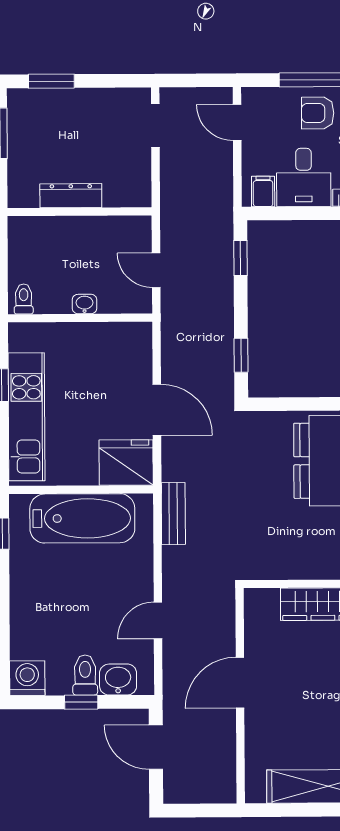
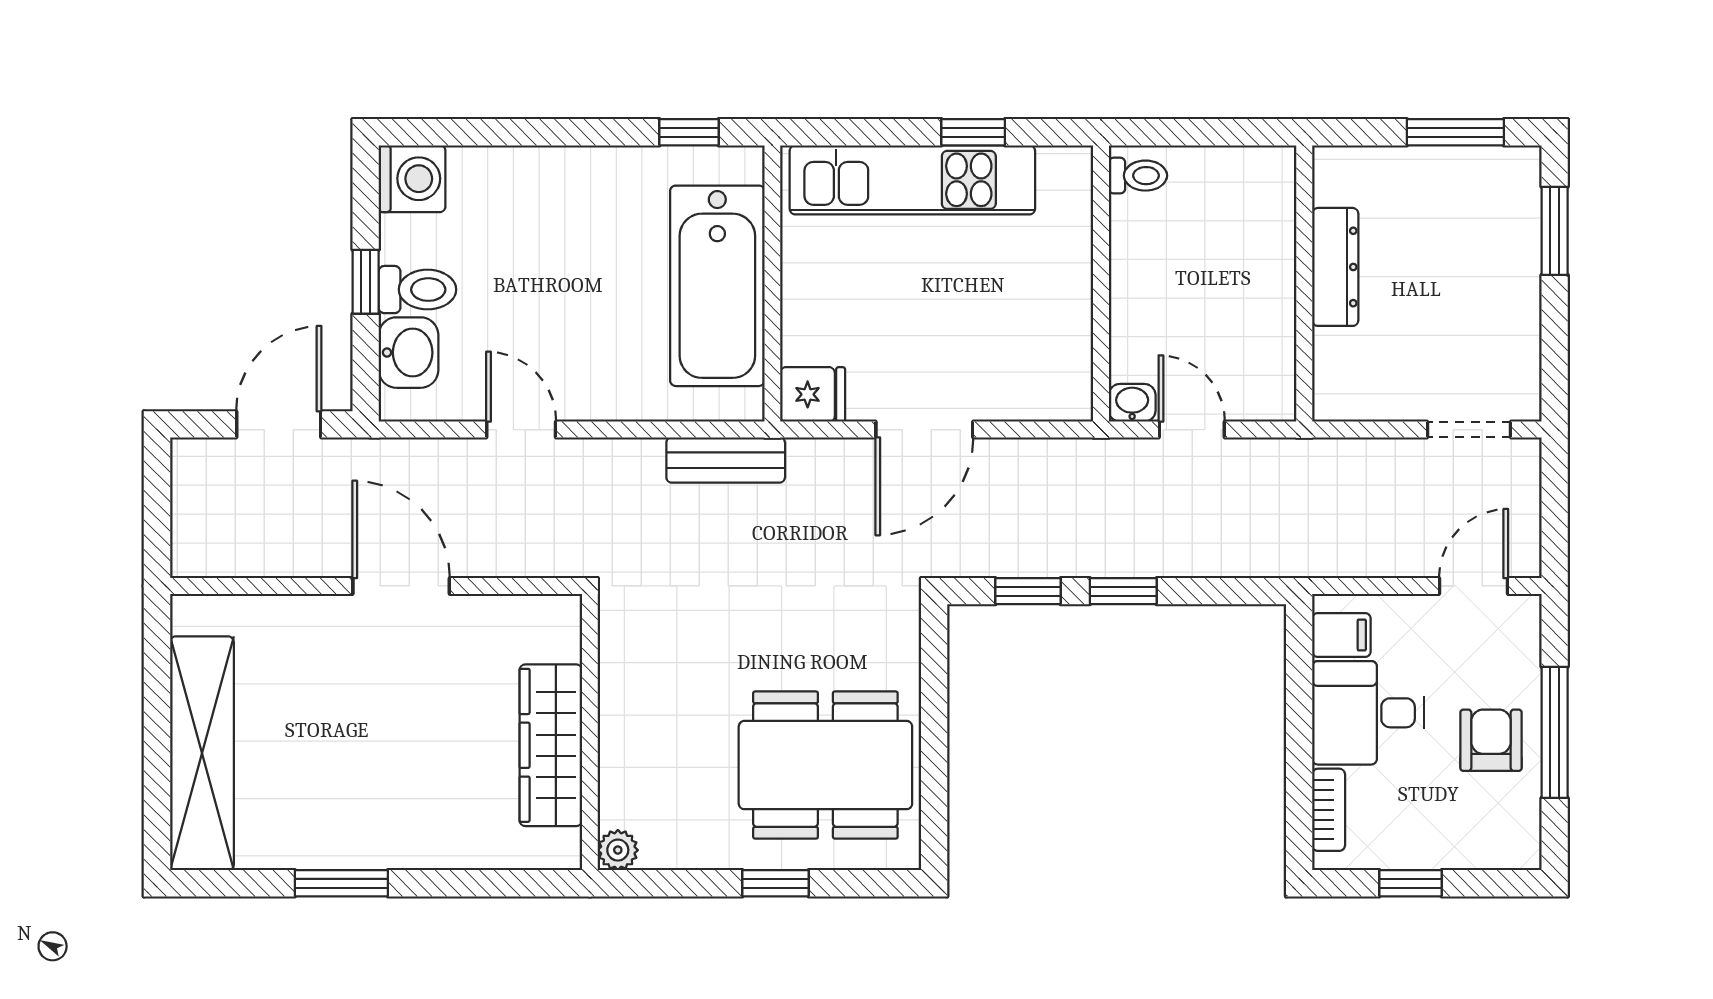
window: (241, 258) -> (1123, 591), moved
door: (156, 270) -> (1192, 430), hinge flipped
washbasin: (84, 304) -> (1132, 403), moved, turned -90
fridge: (126, 463) -> (813, 394), width x0.53, depth x0.75

